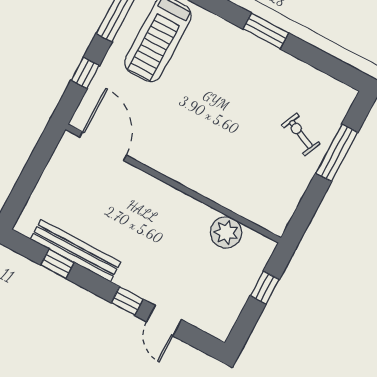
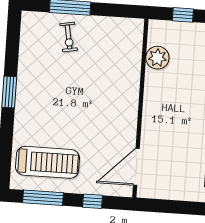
exercise bike: (301, 134) -> (69, 37), turned -35

